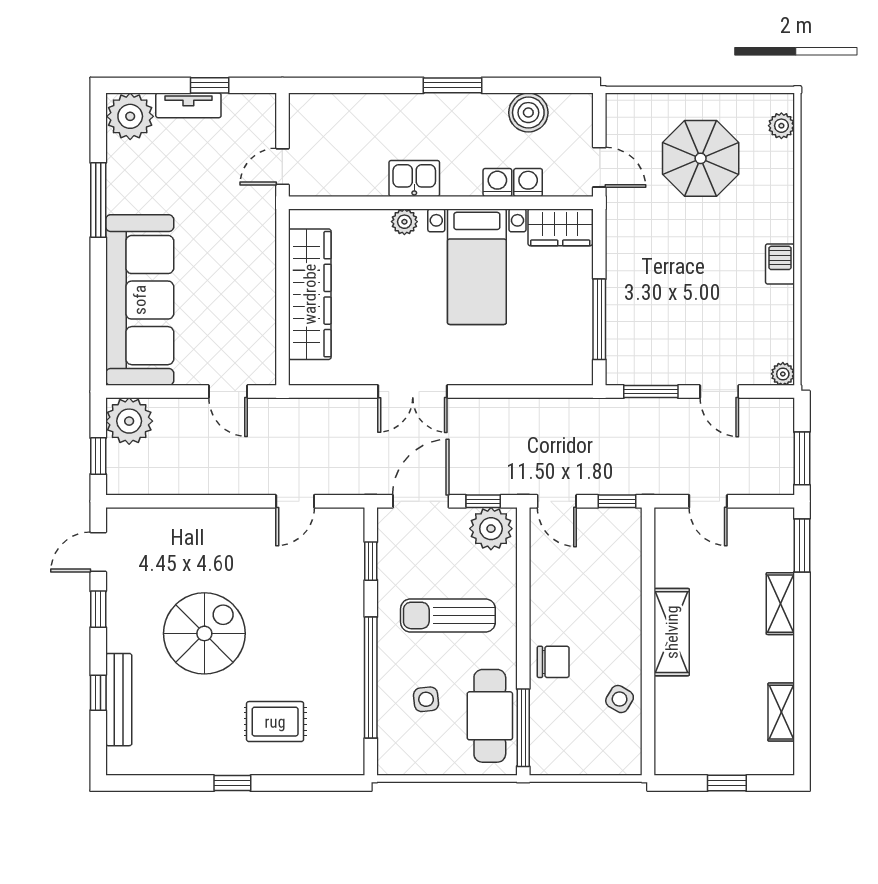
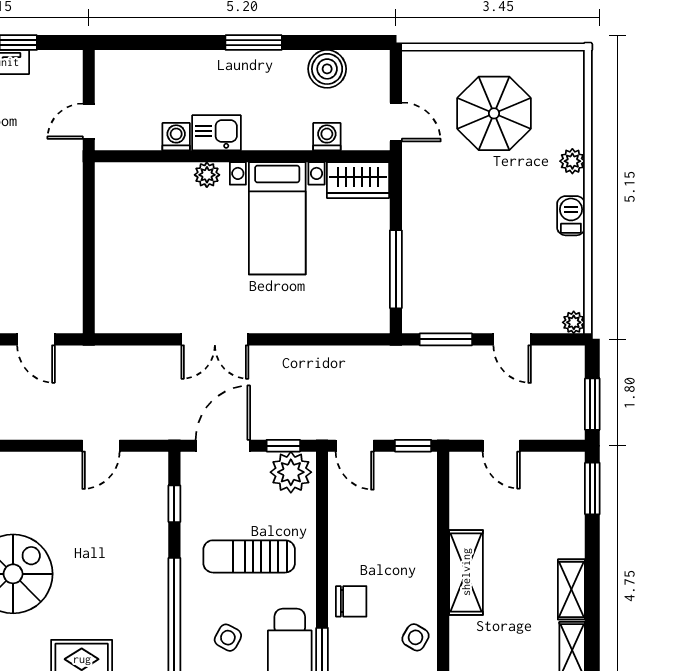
plant: (781, 126) -> (572, 161), moved
washing machine: (497, 182) -> (176, 137), moved
wardrobe: (310, 294) -> (115, 245), removed
shelving: (780, 604) -> (571, 589), moved
side table: (426, 699) -> (228, 638), turned 35

